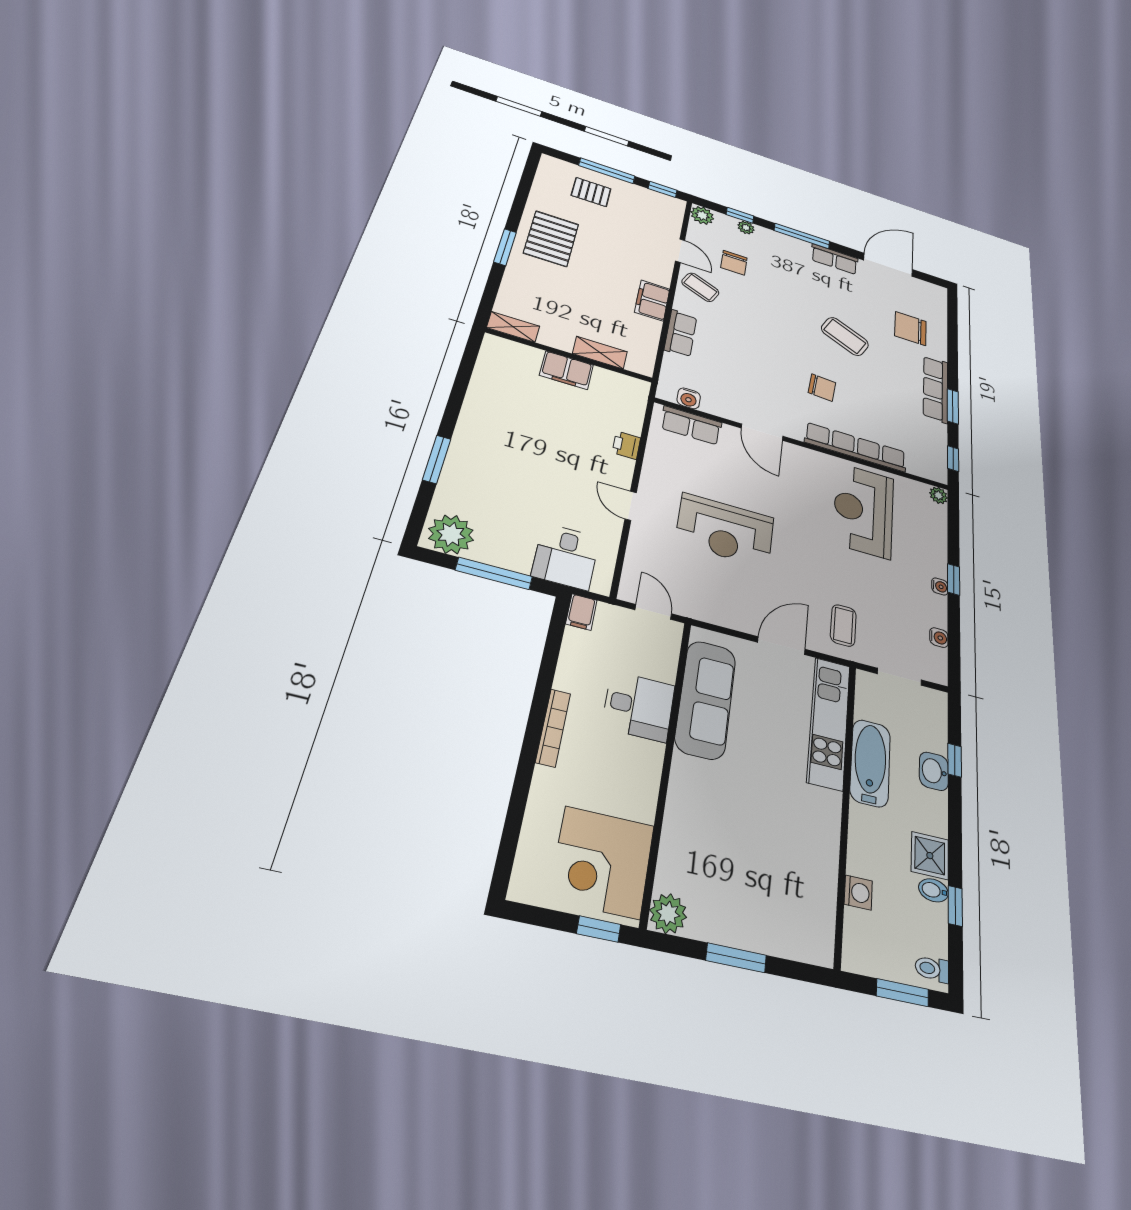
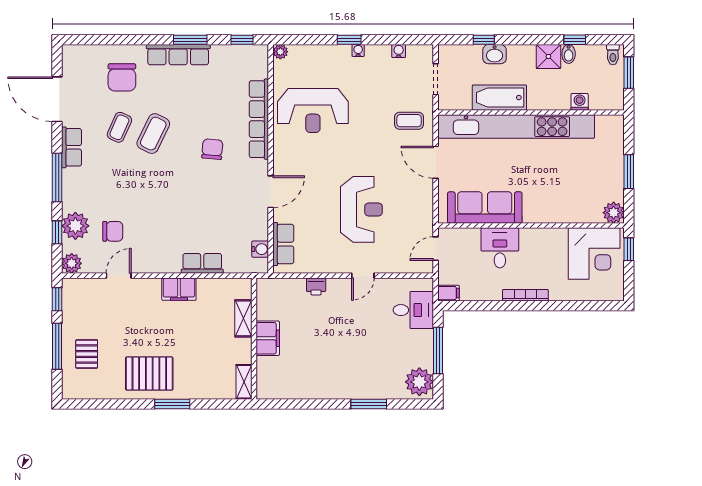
plant: (746, 228) -> (75, 226), width x1.87, depth x1.87
coffee table: (700, 287) -> (119, 127), moved
kitchen unit: (829, 723) -> (516, 127), width x1.86

